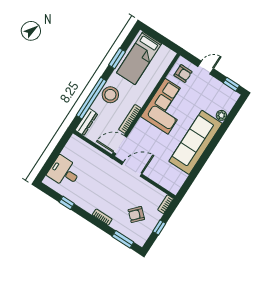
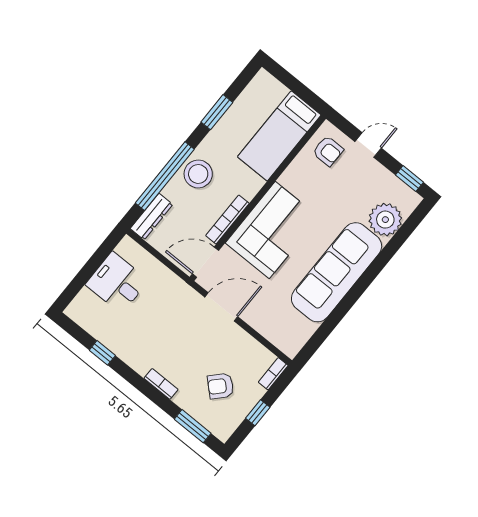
bed: (139, 58) -> (279, 136), moved
corner sofa: (167, 106) -> (272, 230), moved
plant: (221, 115) -> (385, 220), width x1.88, depth x1.88
desk: (64, 172) -> (117, 283), moved

